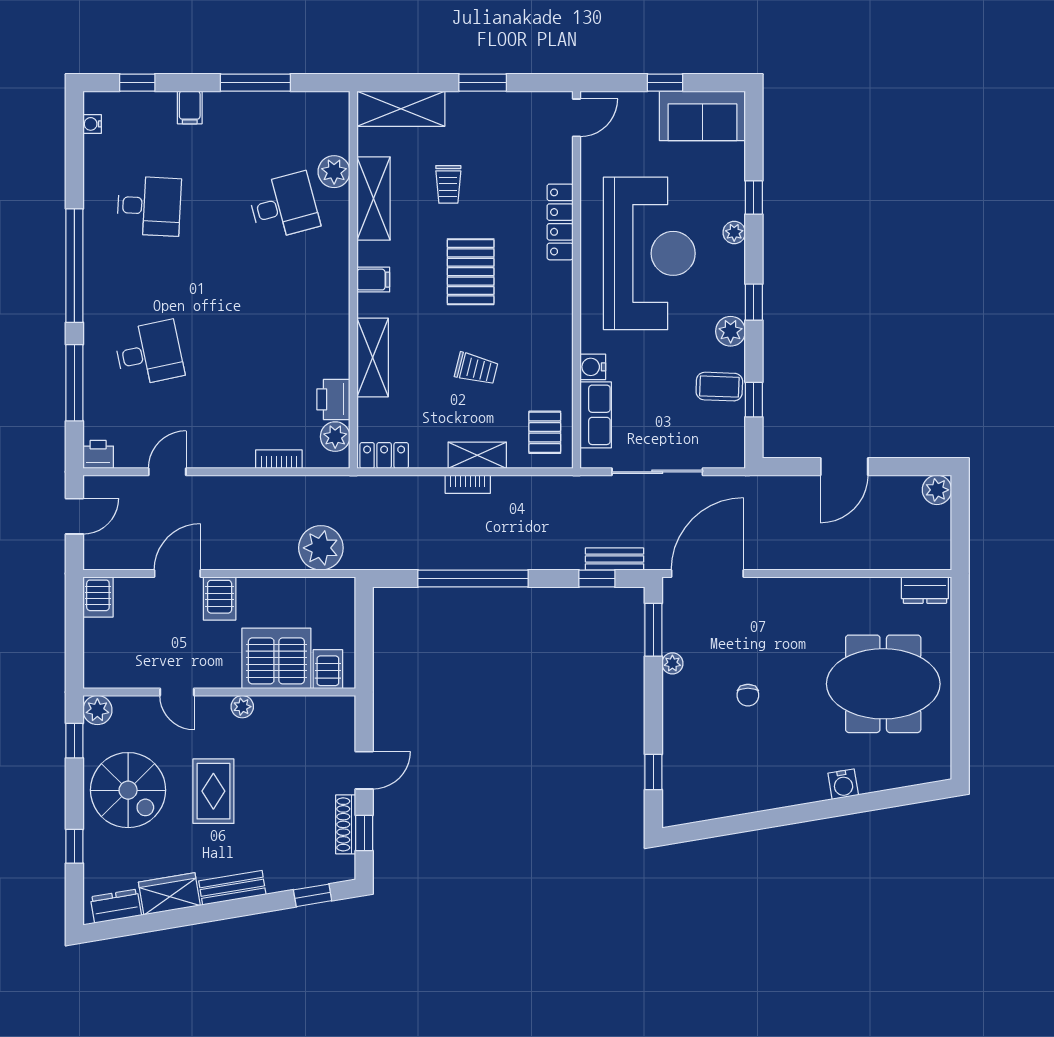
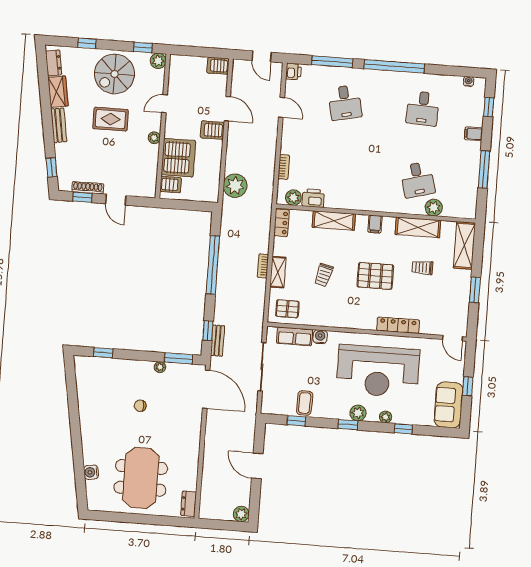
plant: (731, 331) -> (358, 413), moved
water cooler: (843, 784) -> (91, 472), moved

